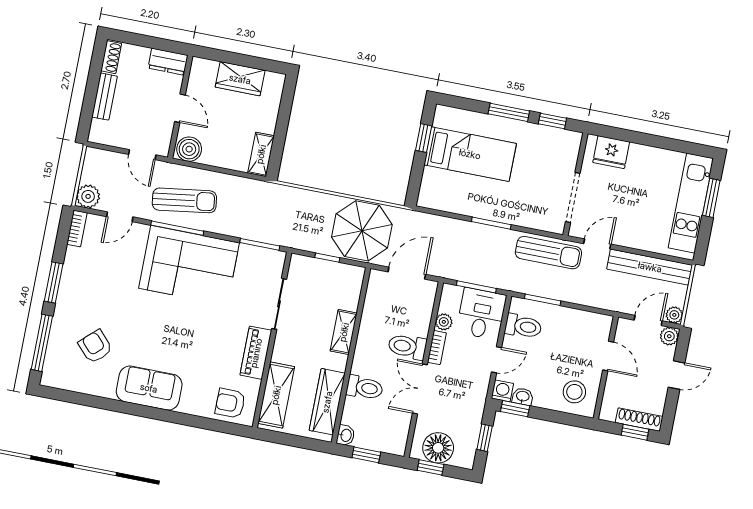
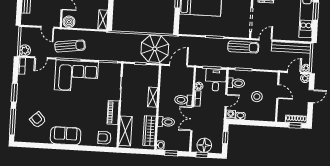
stool: (574, 392) -> (257, 97), moved
window: (515, 409) -> (238, 122), removed

